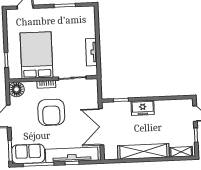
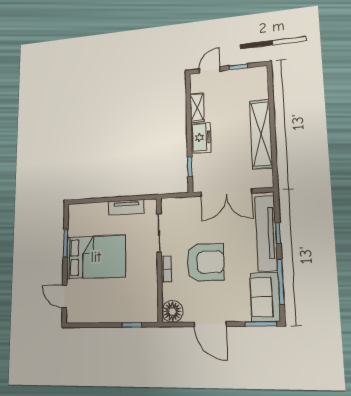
bed: (36, 55) -> (96, 257), moved, turned 180
shelving: (181, 152) -> (197, 108), moved

